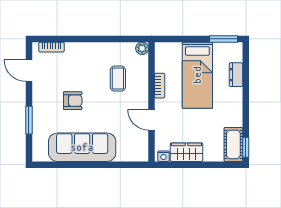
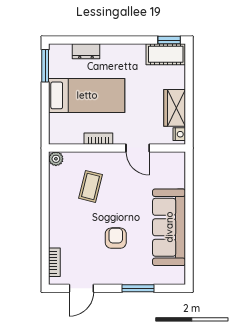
coffee table: (118, 79) -> (91, 186), turned -76
door: (152, 120) -> (138, 148), hinge flipped

